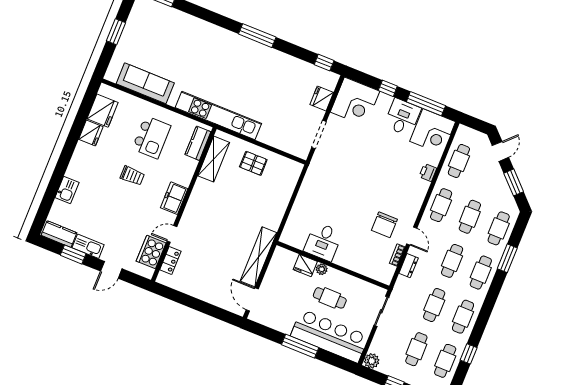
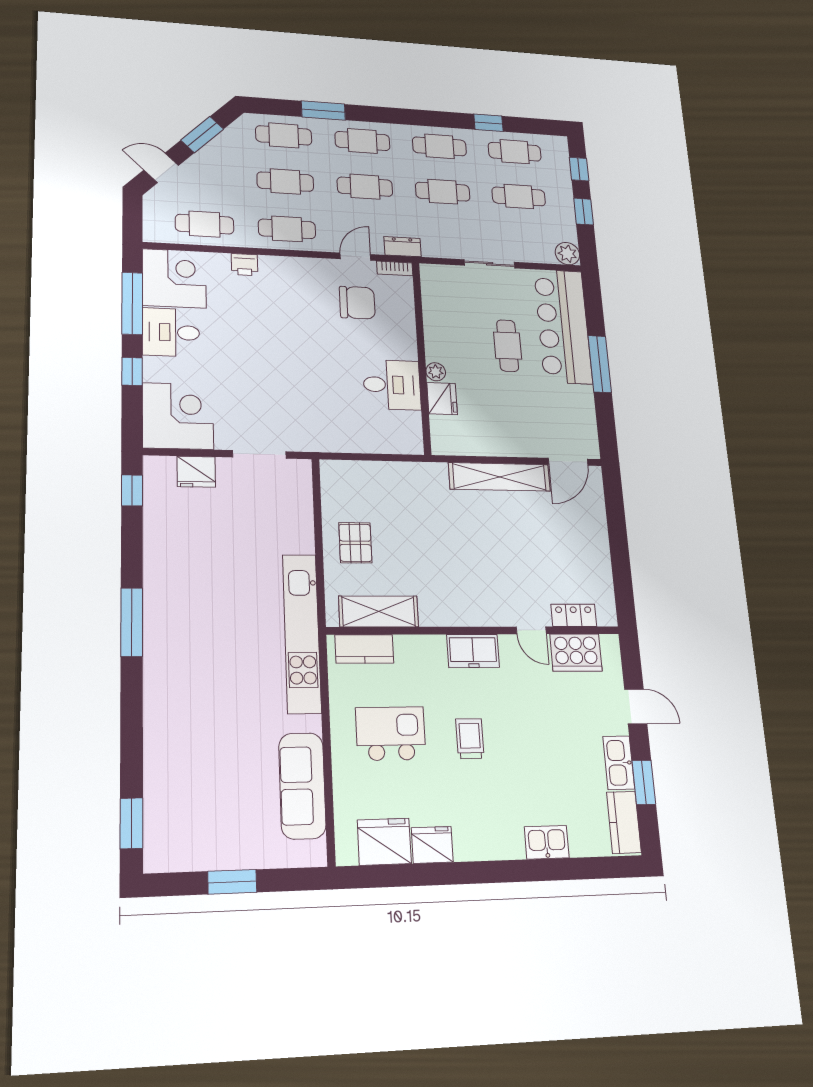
desk: (323, 242) -> (392, 385), moved
wall: (333, 265) -> (422, 357), moved
fridge: (305, 266) -> (442, 399), moved
plant: (322, 269) -> (436, 372), moved

